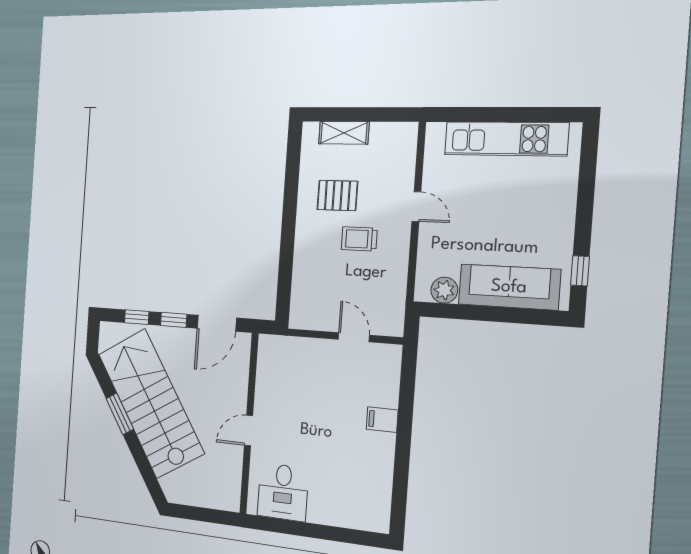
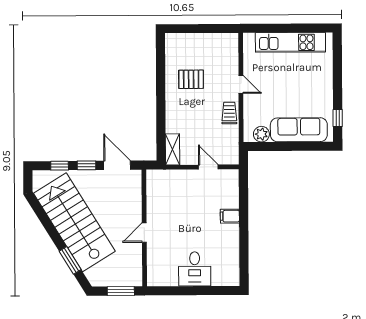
shelving: (344, 133) -> (173, 149), moved, turned 90
trolley: (359, 239) -> (229, 113), moved, turned 90
door: (217, 323) -> (117, 165), swing flipped
window: (120, 414) -> (70, 260), moved
desk: (283, 492) -> (195, 269), moved
window: (208, 515) -> (121, 291), added

